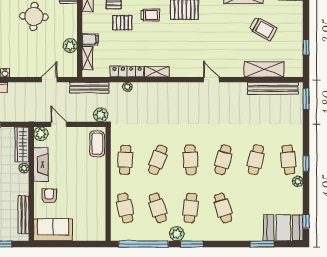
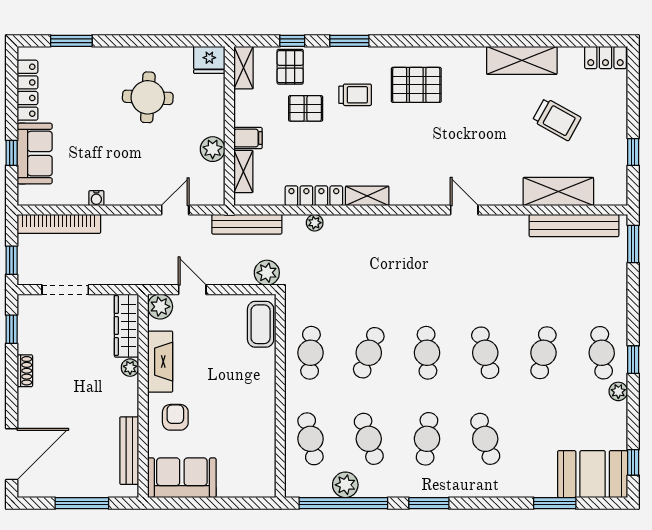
cafe table: (223, 160) -> (485, 353), turned -30
plant: (177, 234) -> (345, 485), moved

